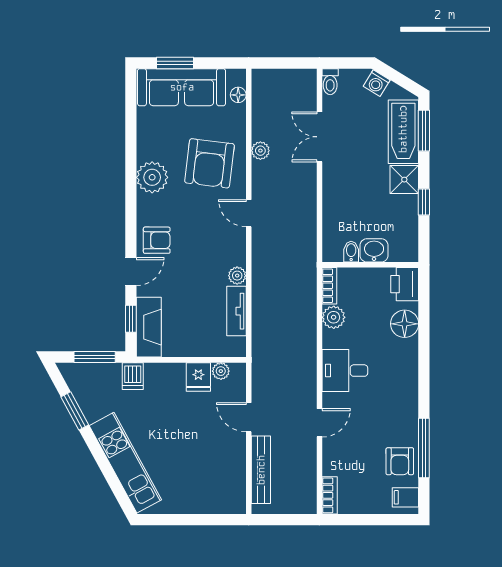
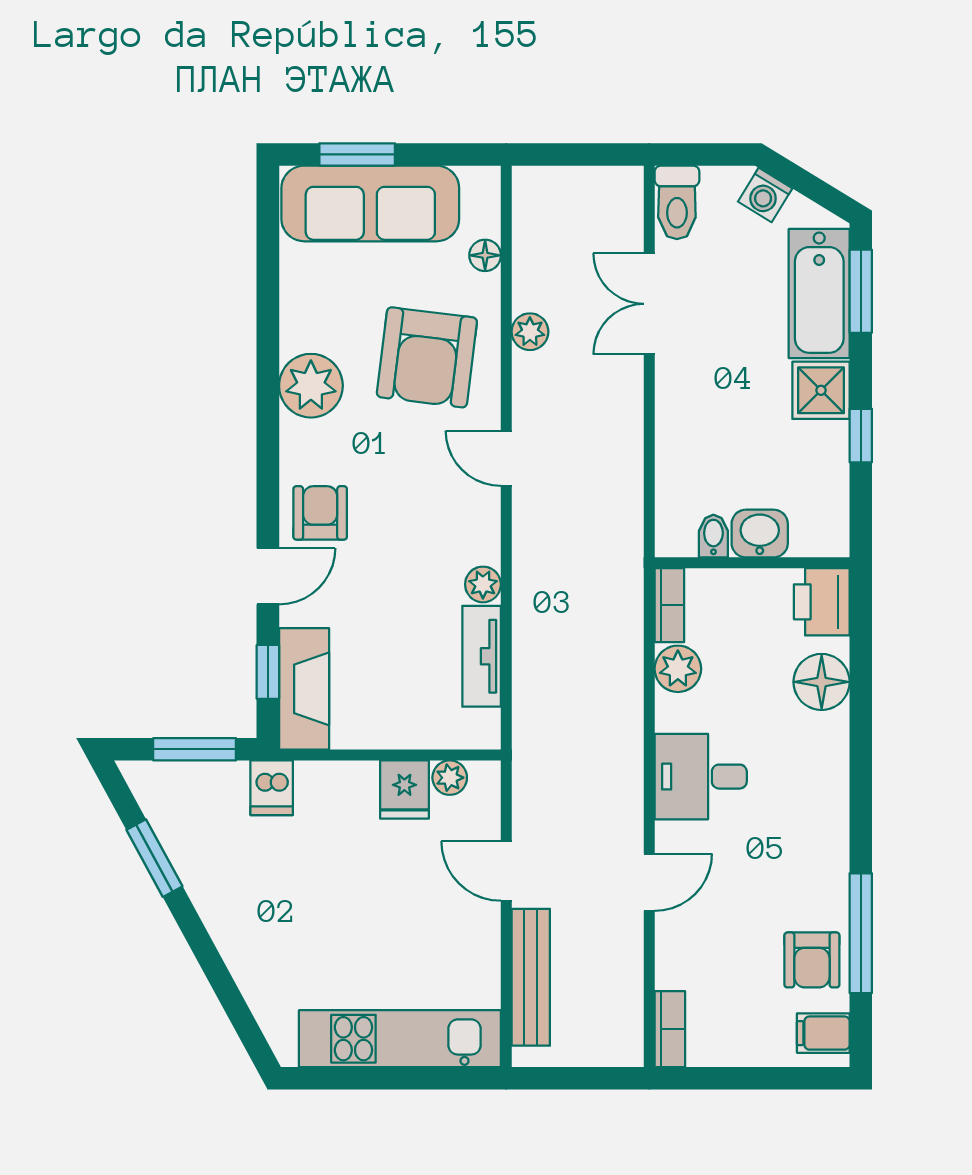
toilet: (330, 82) -> (677, 202), width x1.37, depth x1.39
floor lamp: (238, 95) -> (485, 255), moved
armchair: (157, 240) -> (320, 513), turned -90
kitchen unit: (125, 463) -> (400, 1039), moved, turned -61

